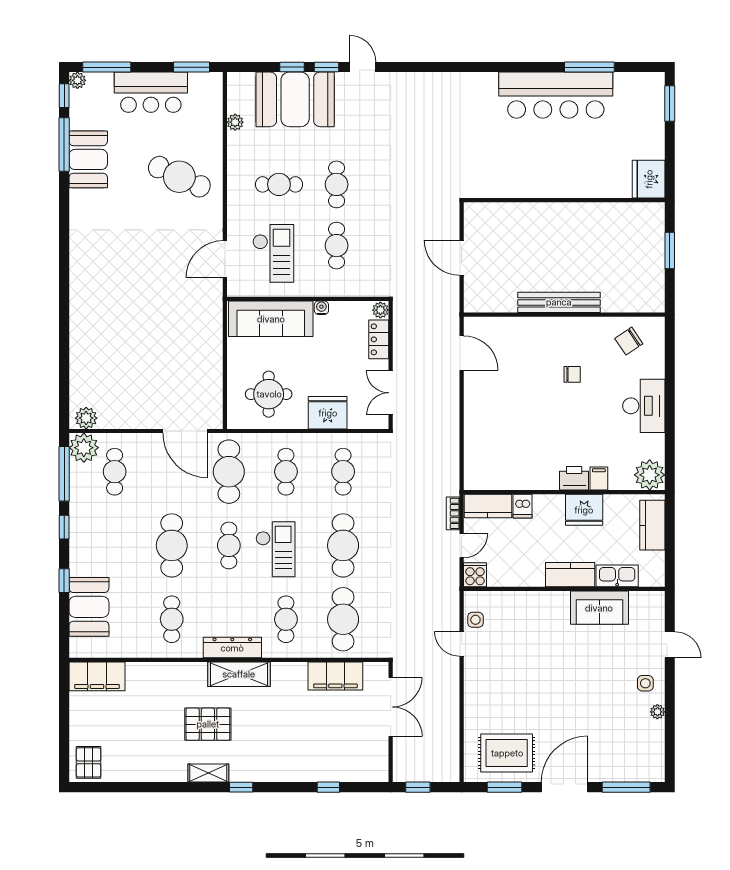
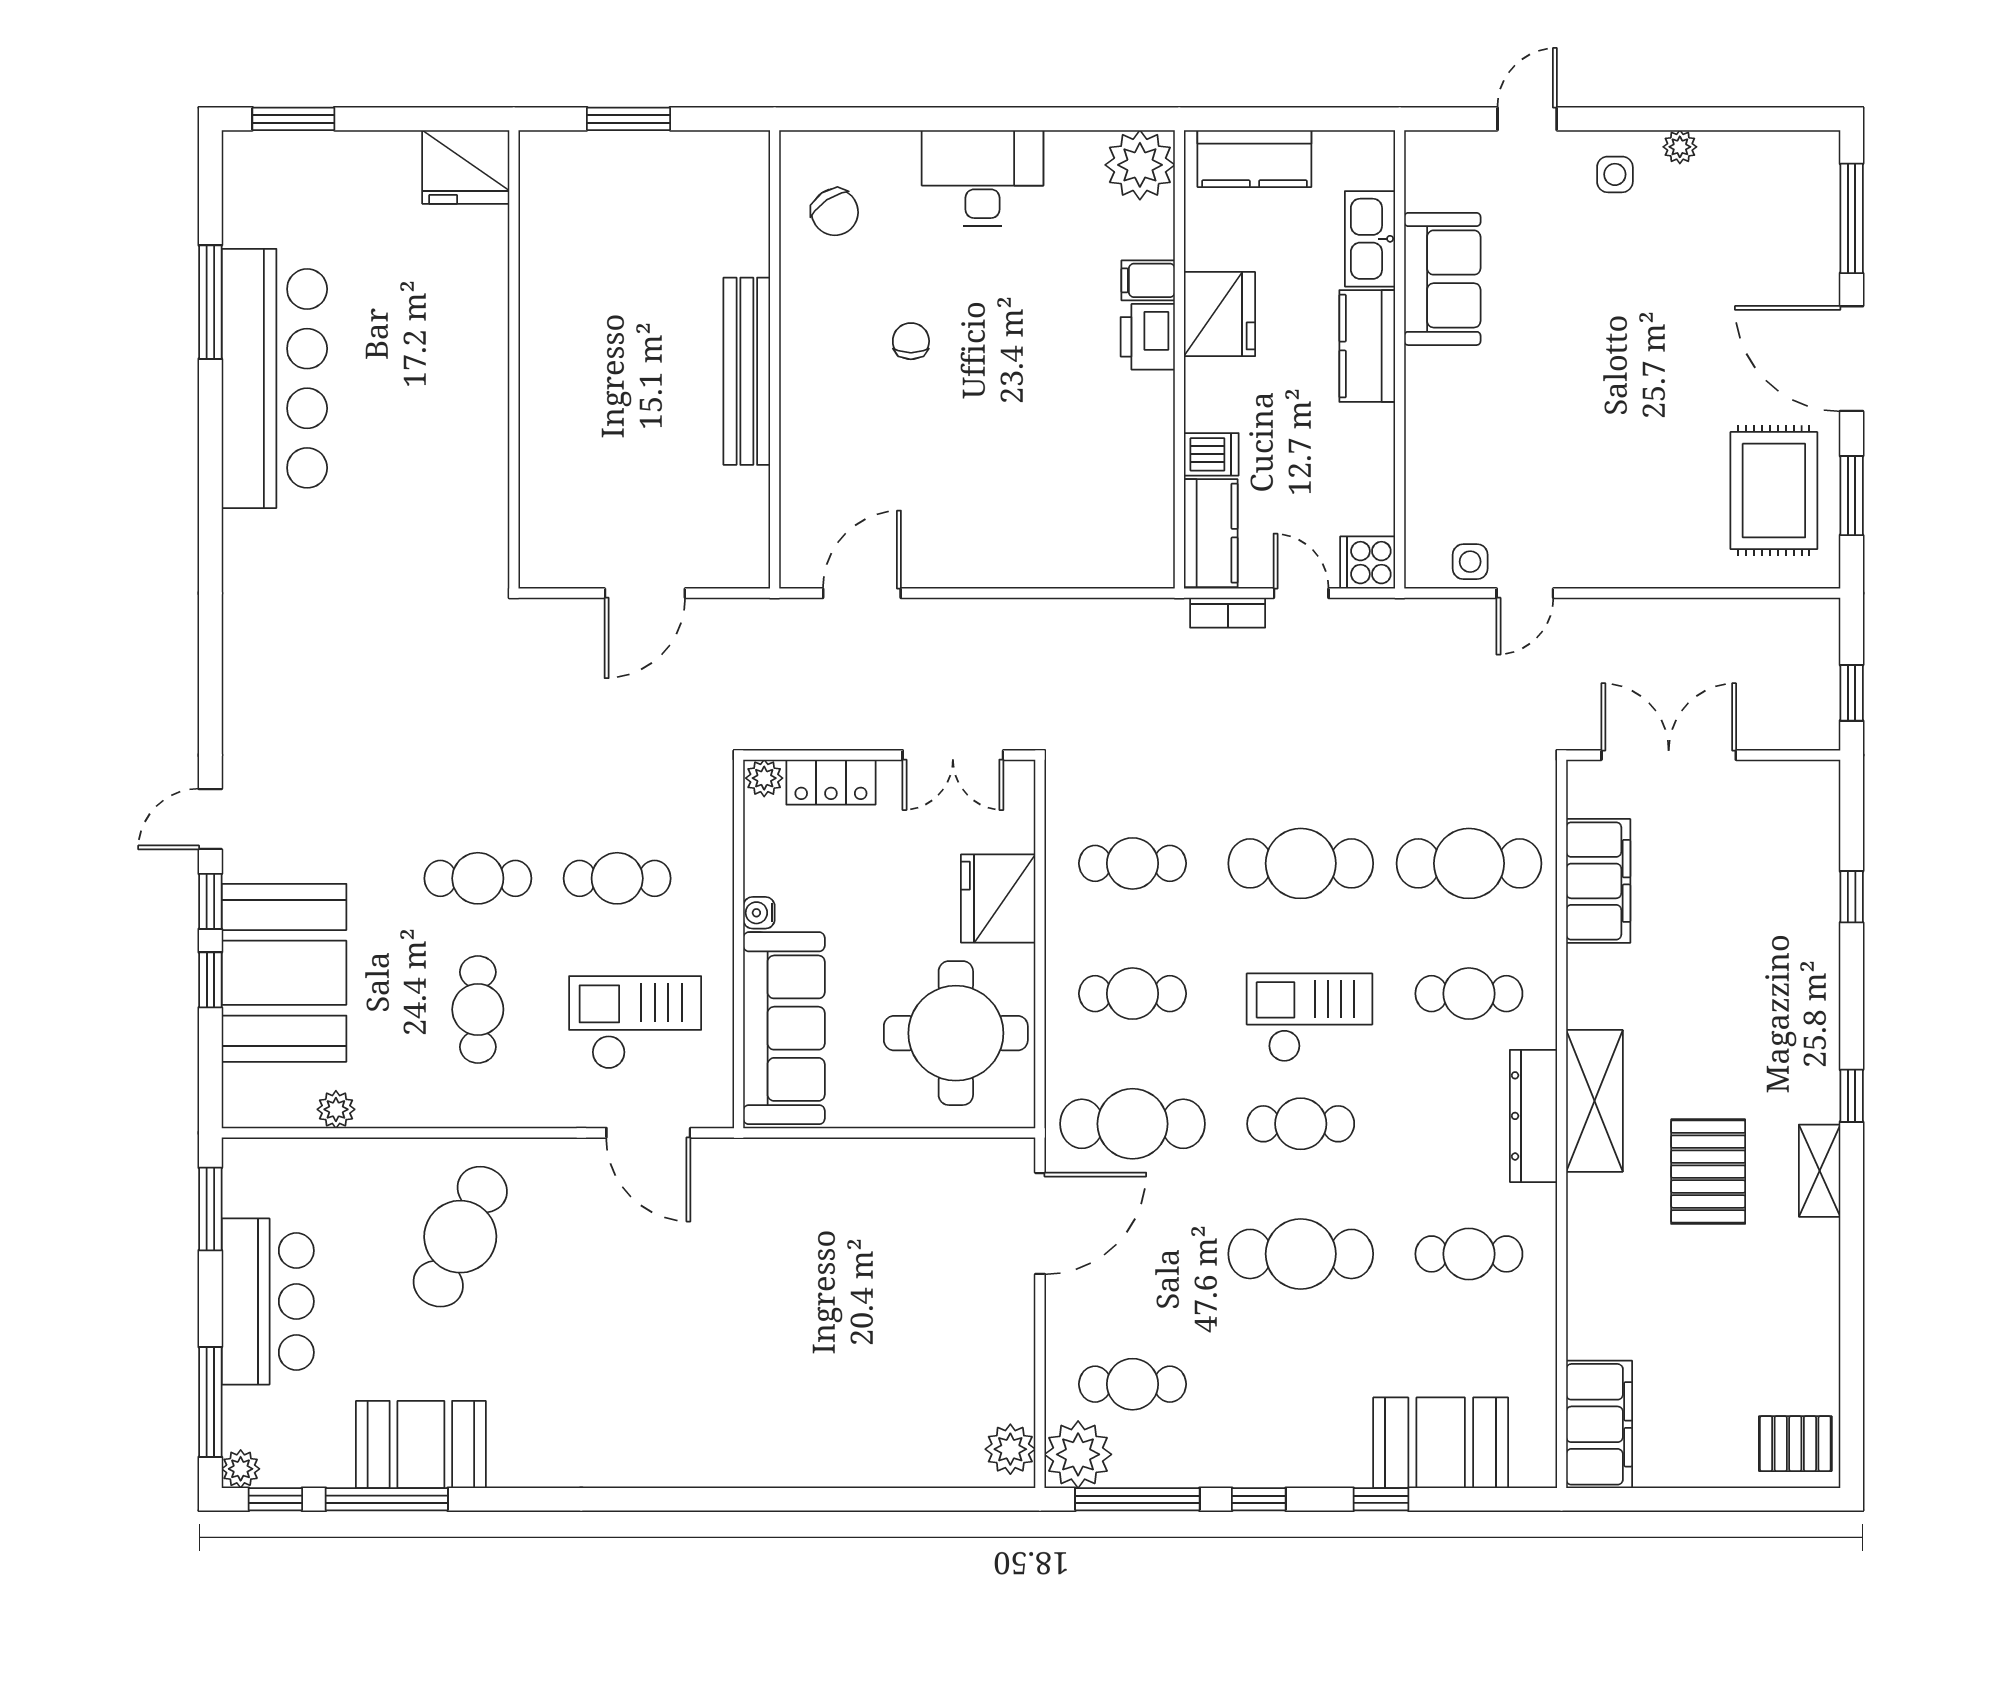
round table: (269, 394) -> (956, 1033), width x1.36, depth x1.36

